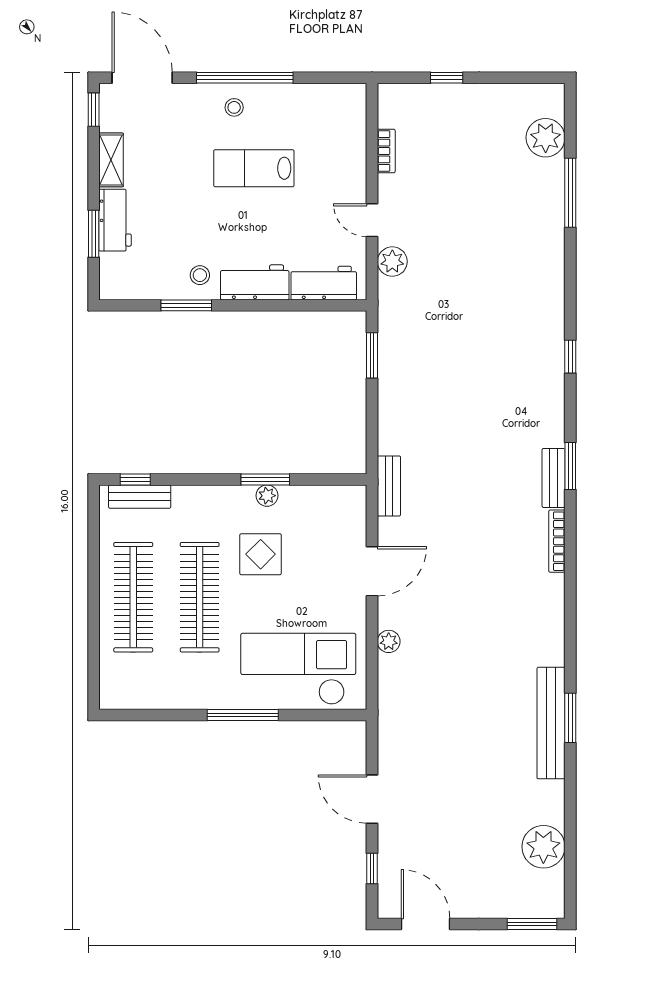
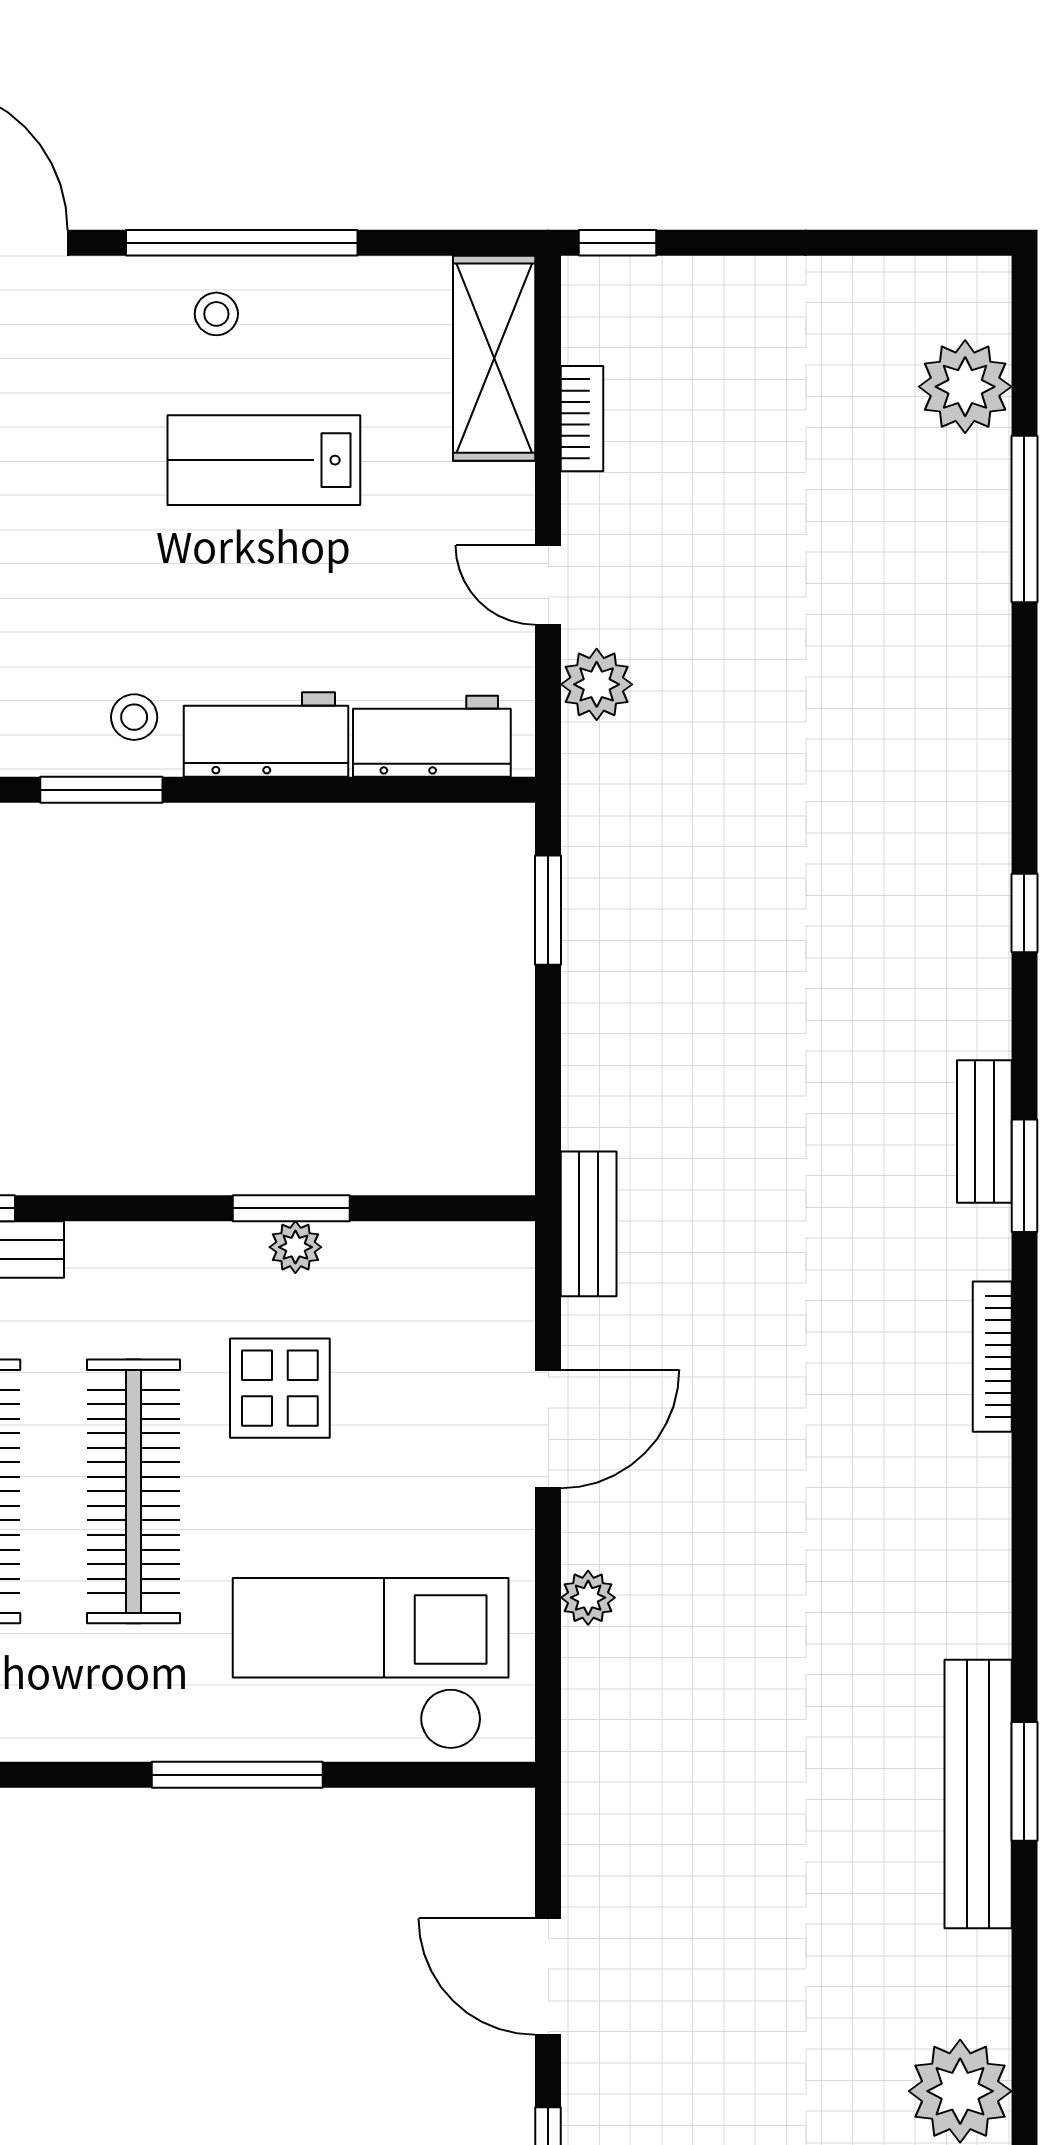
window: (447, 78) -> (617, 243), moved
shelving: (350, 126) -> (494, 358), added
bench: (554, 478) -> (984, 1132), moved

